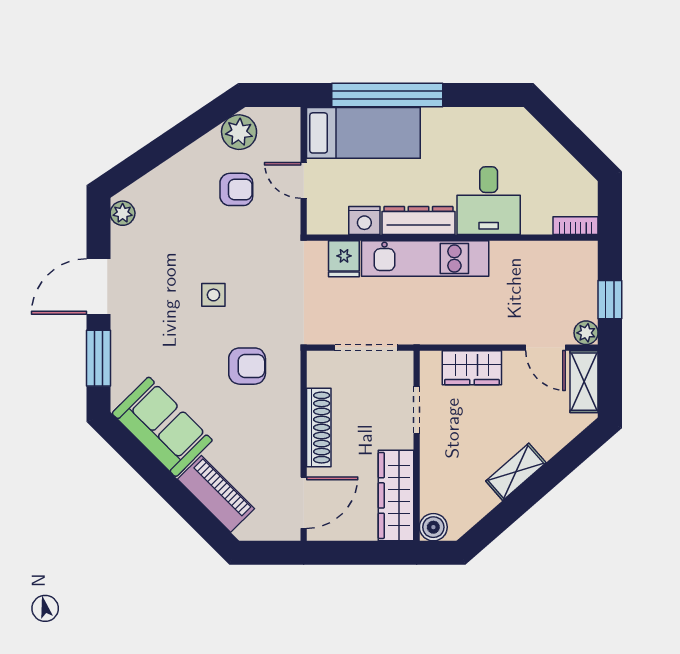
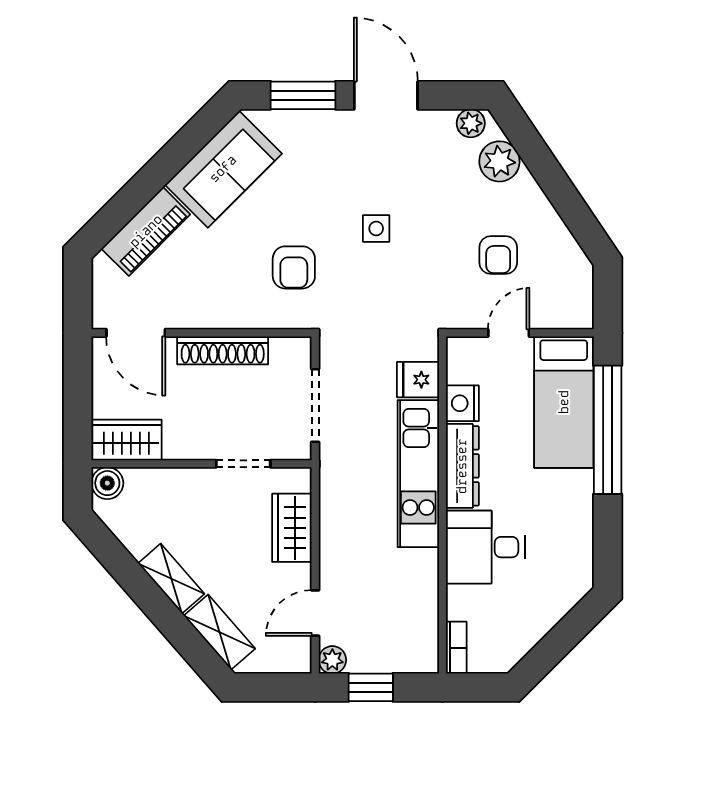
plant: (239, 132) -> (499, 161), moved
shelving: (584, 382) -> (219, 632), moved, turned 49
wardrobe: (396, 495) -> (126, 440), width x0.67

